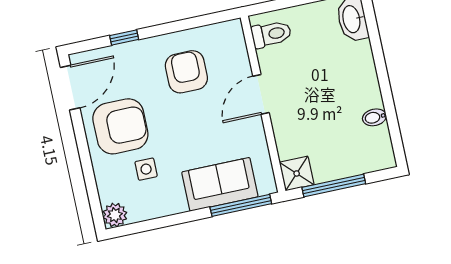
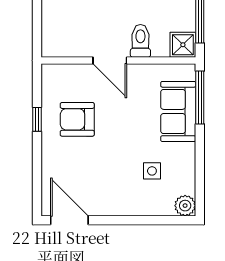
toilet: (271, 34) -> (140, 41), moved
window: (124, 38) -> (37, 119), moved
armchair: (120, 126) -> (111, 185), removed

